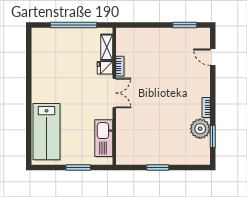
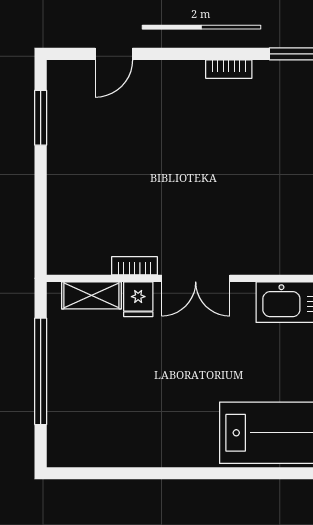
double door: (114, 93) -> (196, 278), swing flipped
plant: (200, 129) -> (277, 83), removed

